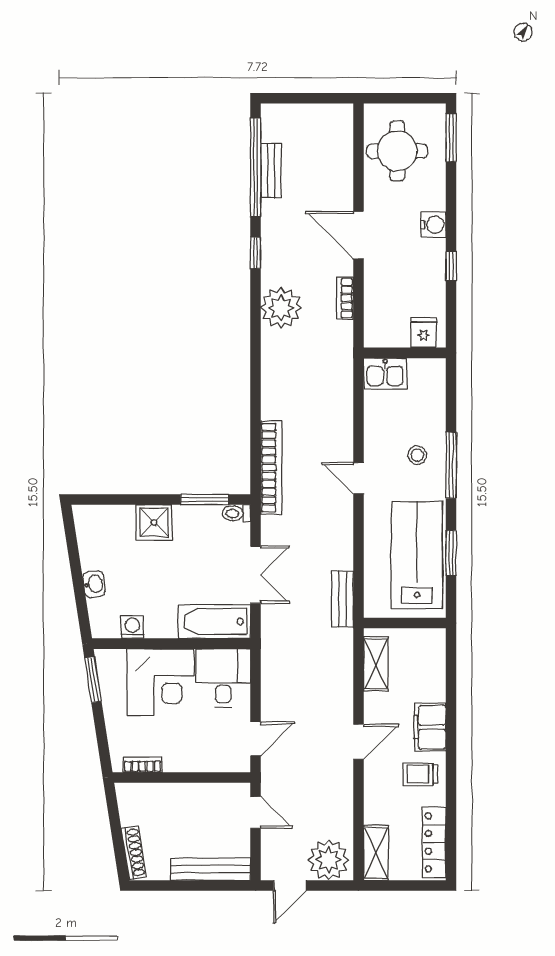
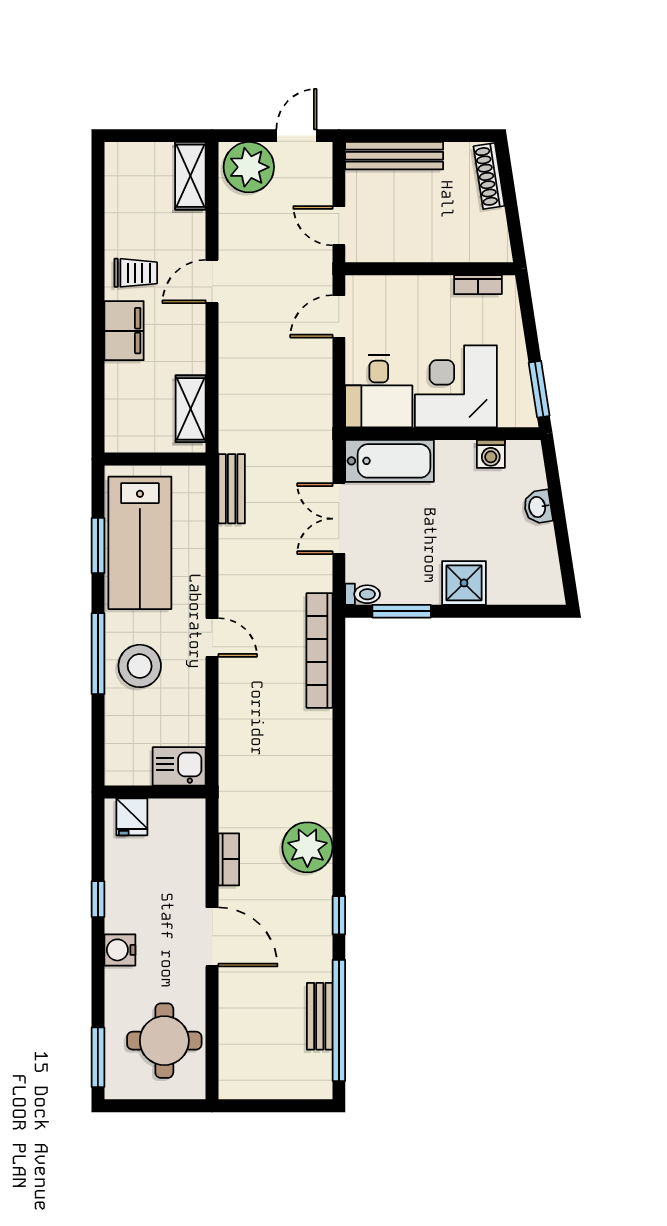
stool: (417, 455) -> (140, 666), width x1.89, depth x1.89
door: (358, 742) -> (212, 282), moved
locker: (434, 842) -> (119, 189), removed

